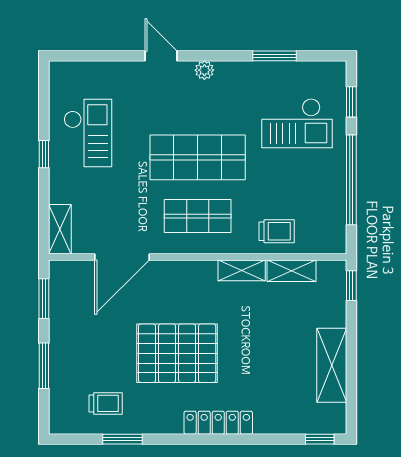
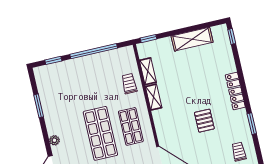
checkout: (297, 123) -> (71, 86), removed
pallet: (177, 353) -> (204, 121), width x0.49, depth x0.50
window: (123, 439) -> (252, 124), moved

